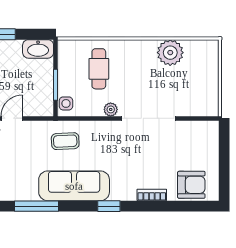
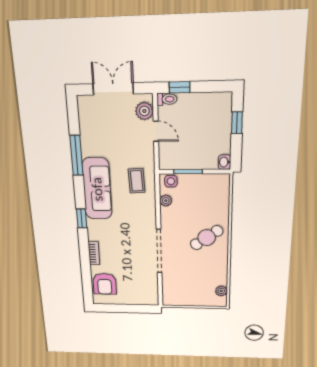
washbasin: (38, 49) -> (225, 162), width x0.52, depth x0.69
plant: (170, 53) -> (221, 291), moved, width x0.53, depth x0.53
cafe table: (99, 69) -> (207, 238), moved, turned -35
plant: (111, 109) -> (166, 201), moved

